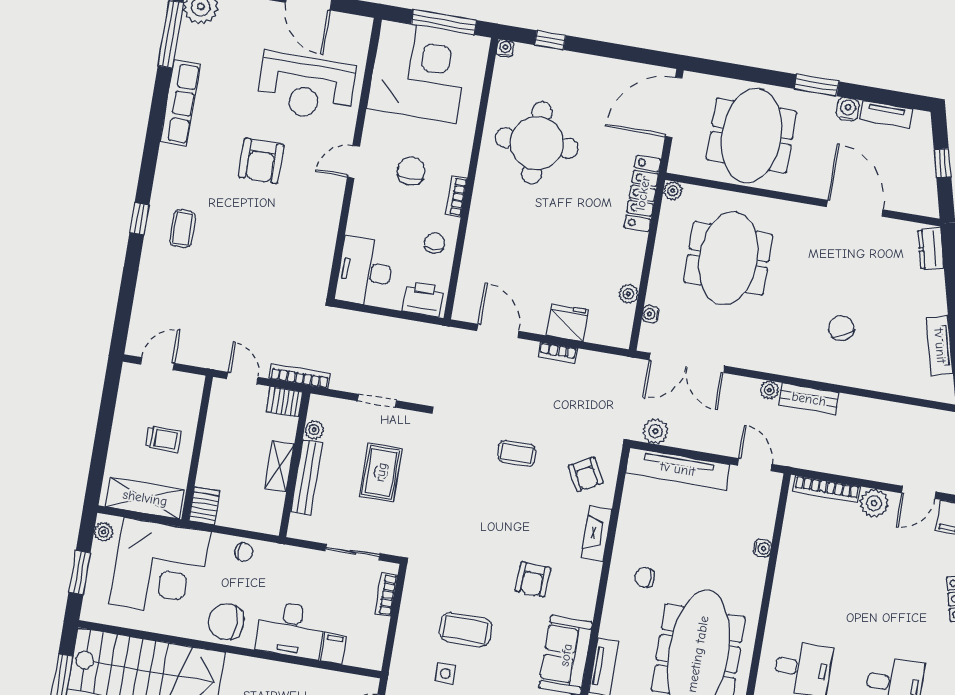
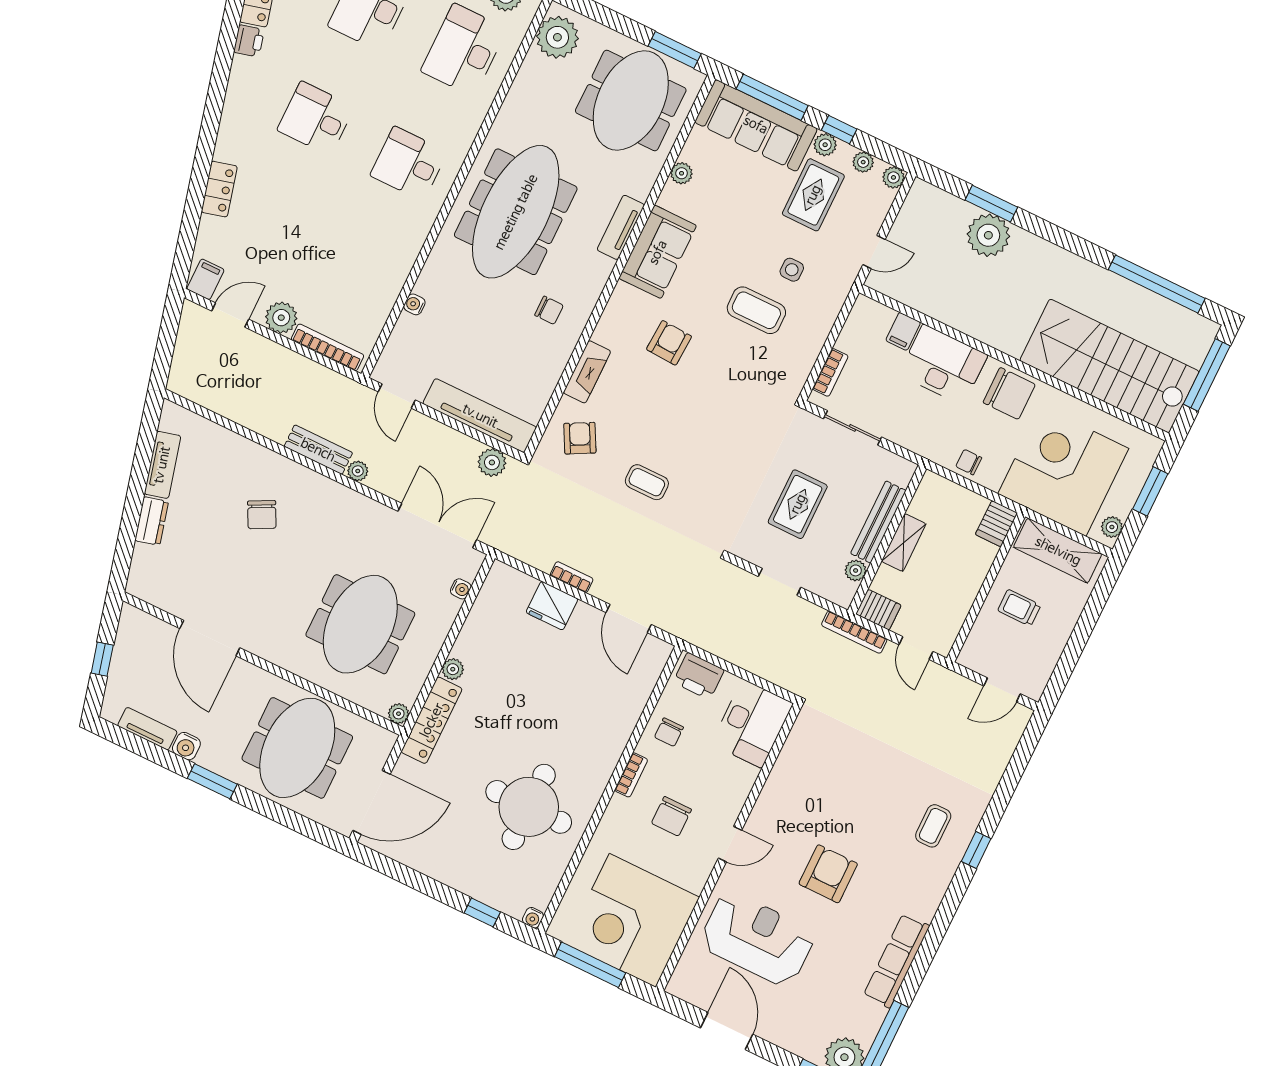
dresser: (931, 249) -> (152, 521), moved
plant: (628, 294) -> (453, 669), moved

